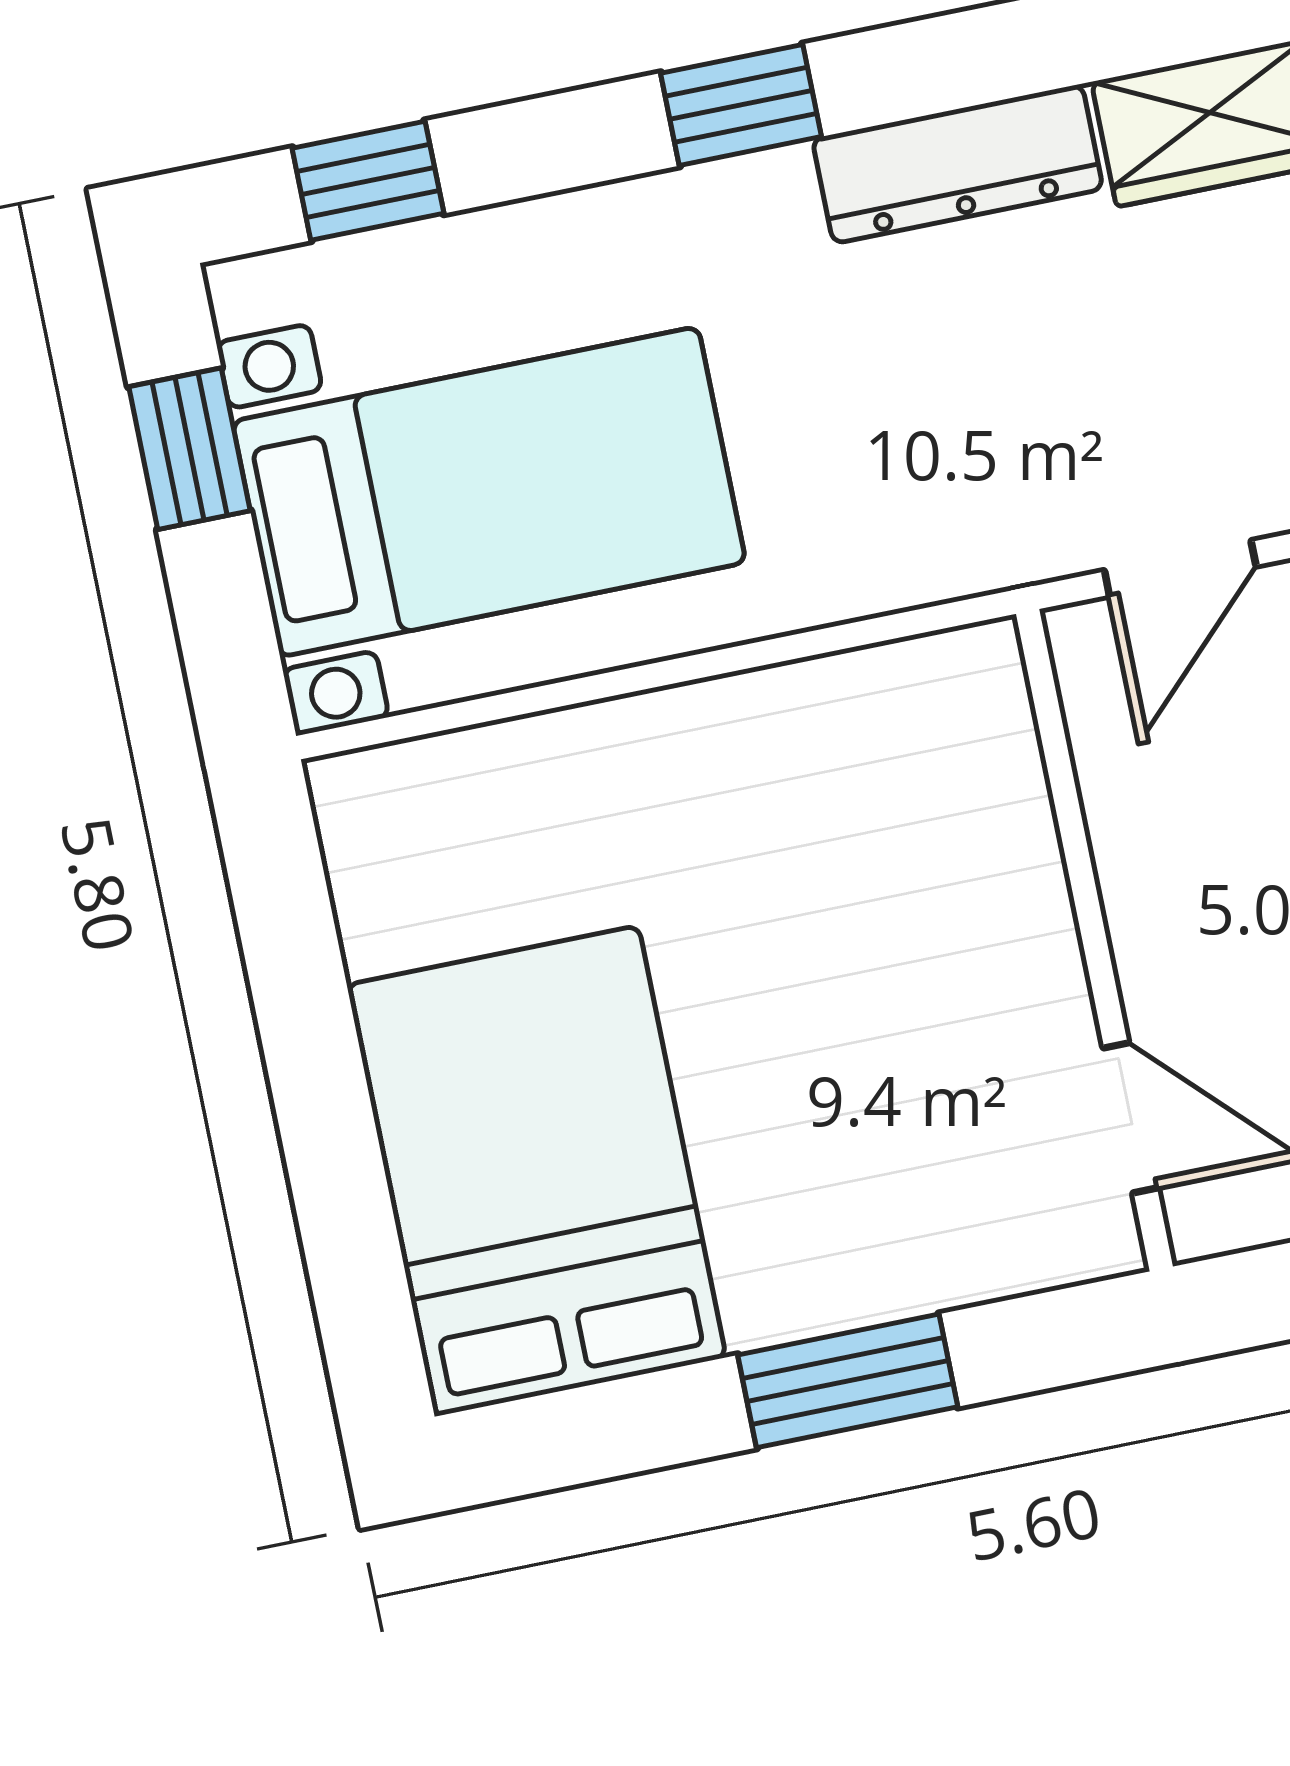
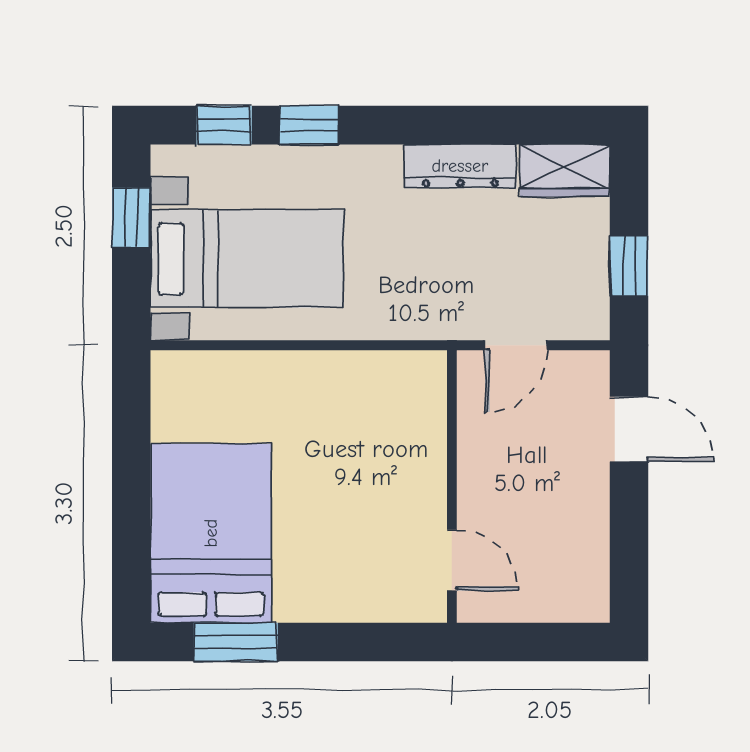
window: (741, 105) -> (309, 125), moved
window: (848, 1381) -> (236, 642), moved

